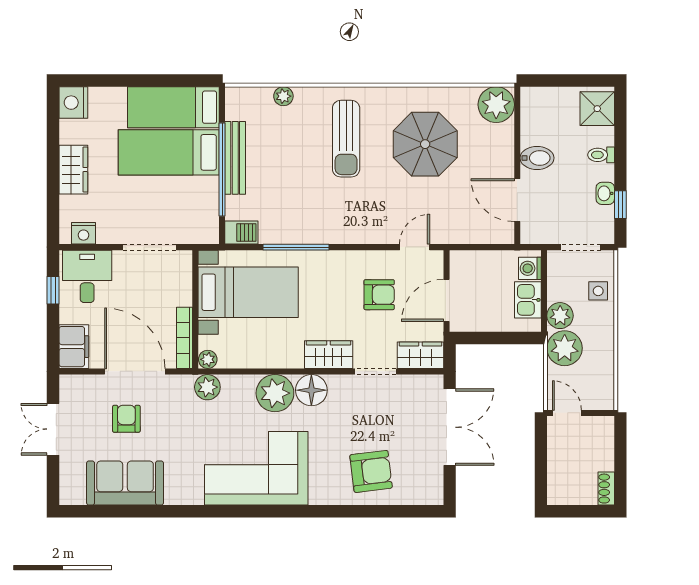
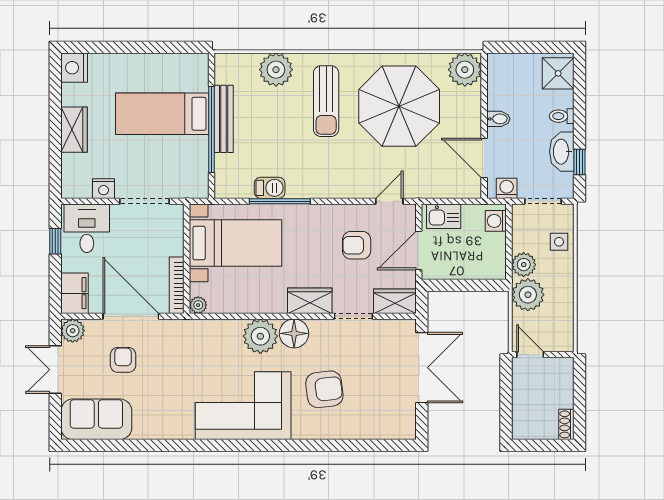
plant: (283, 96) -> (276, 70), width x1.88, depth x1.88
bed: (173, 107) -> (167, 72), removed
parasol: (425, 144) -> (399, 106), width x1.36, depth x1.36
bidet: (537, 158) -> (498, 119), width x0.72, depth x0.74
washbasin: (605, 193) -> (562, 152), width x1.91, depth x1.45
barbecue: (241, 232) -> (270, 188), moved
nightstand: (84, 233) -> (104, 189), moved
washing machine: (542, 233) -> (507, 188), added
armchair: (379, 295) -> (357, 245), turned 180
kitchen sink: (528, 300) -> (444, 216), moved, turned -90
plant: (207, 387) -> (73, 331), moved
armchair: (371, 471) -> (324, 389), moved
sofa: (125, 483) -> (96, 419), moved

